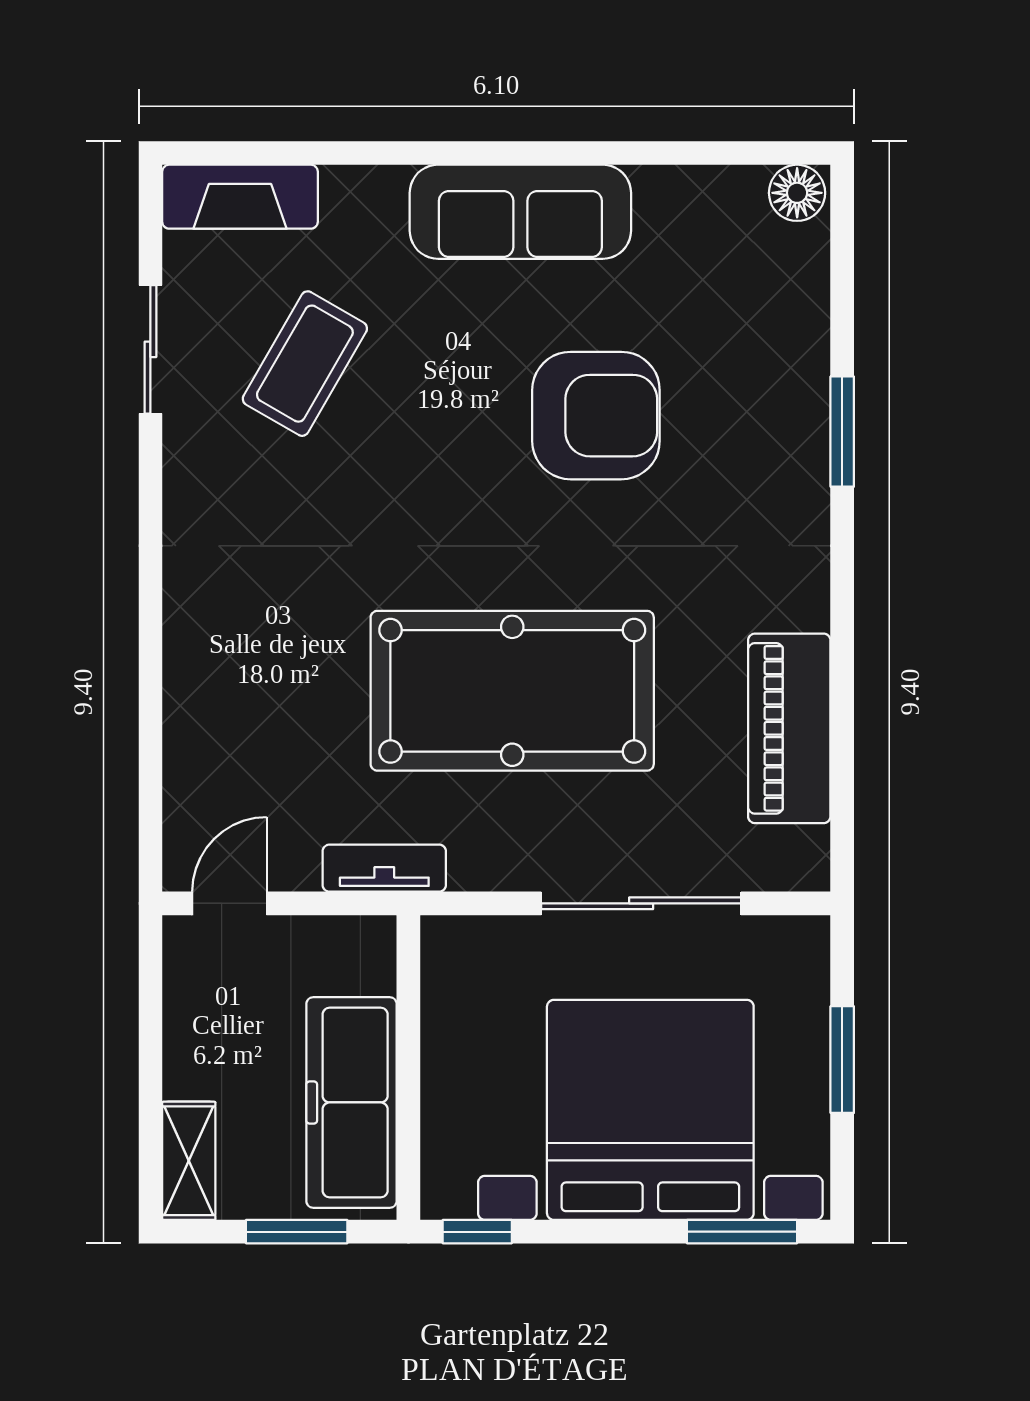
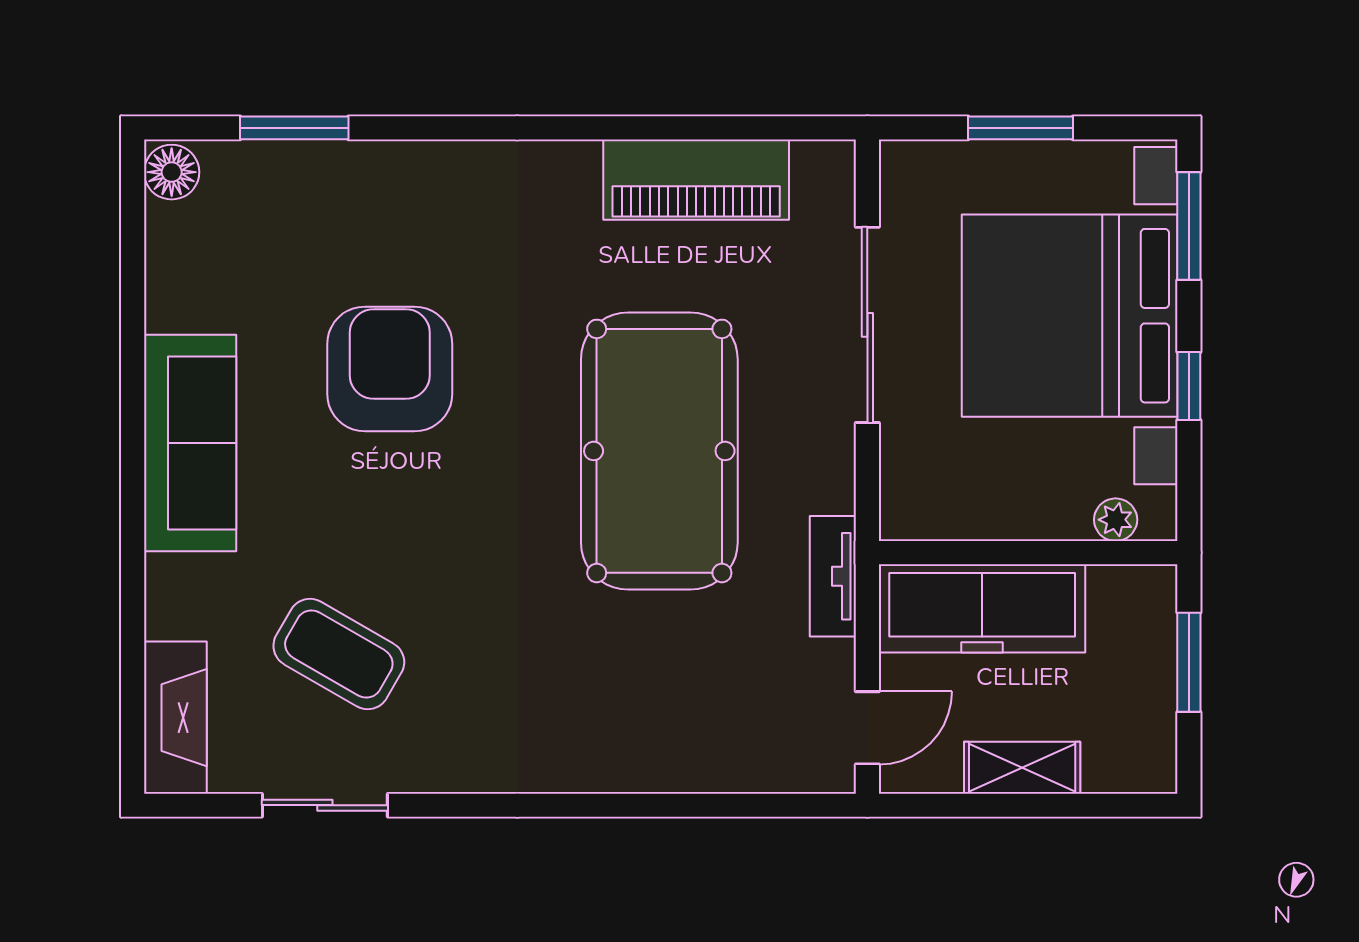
window: (842, 432) -> (294, 128), moved
door: (229, 903) -> (867, 728), swing flipped
freezer: (351, 1102) -> (982, 608), moved
plant: (442, 1157) -> (1116, 520), added
shelving: (189, 1161) -> (1022, 768), moved
window: (477, 1232) -> (1189, 386), moved

